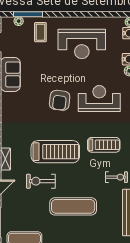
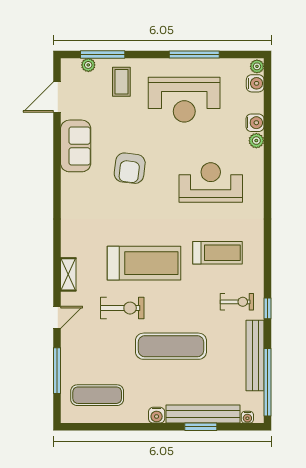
window: (88, 14) -> (194, 54), added
armchair: (60, 100) -> (130, 168), moved
exercise bike: (41, 181) -> (122, 308), turned 180

